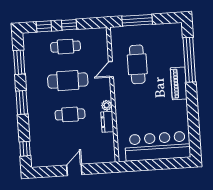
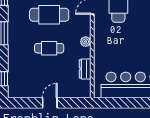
dresser: (107, 122) -> (85, 69), moved

